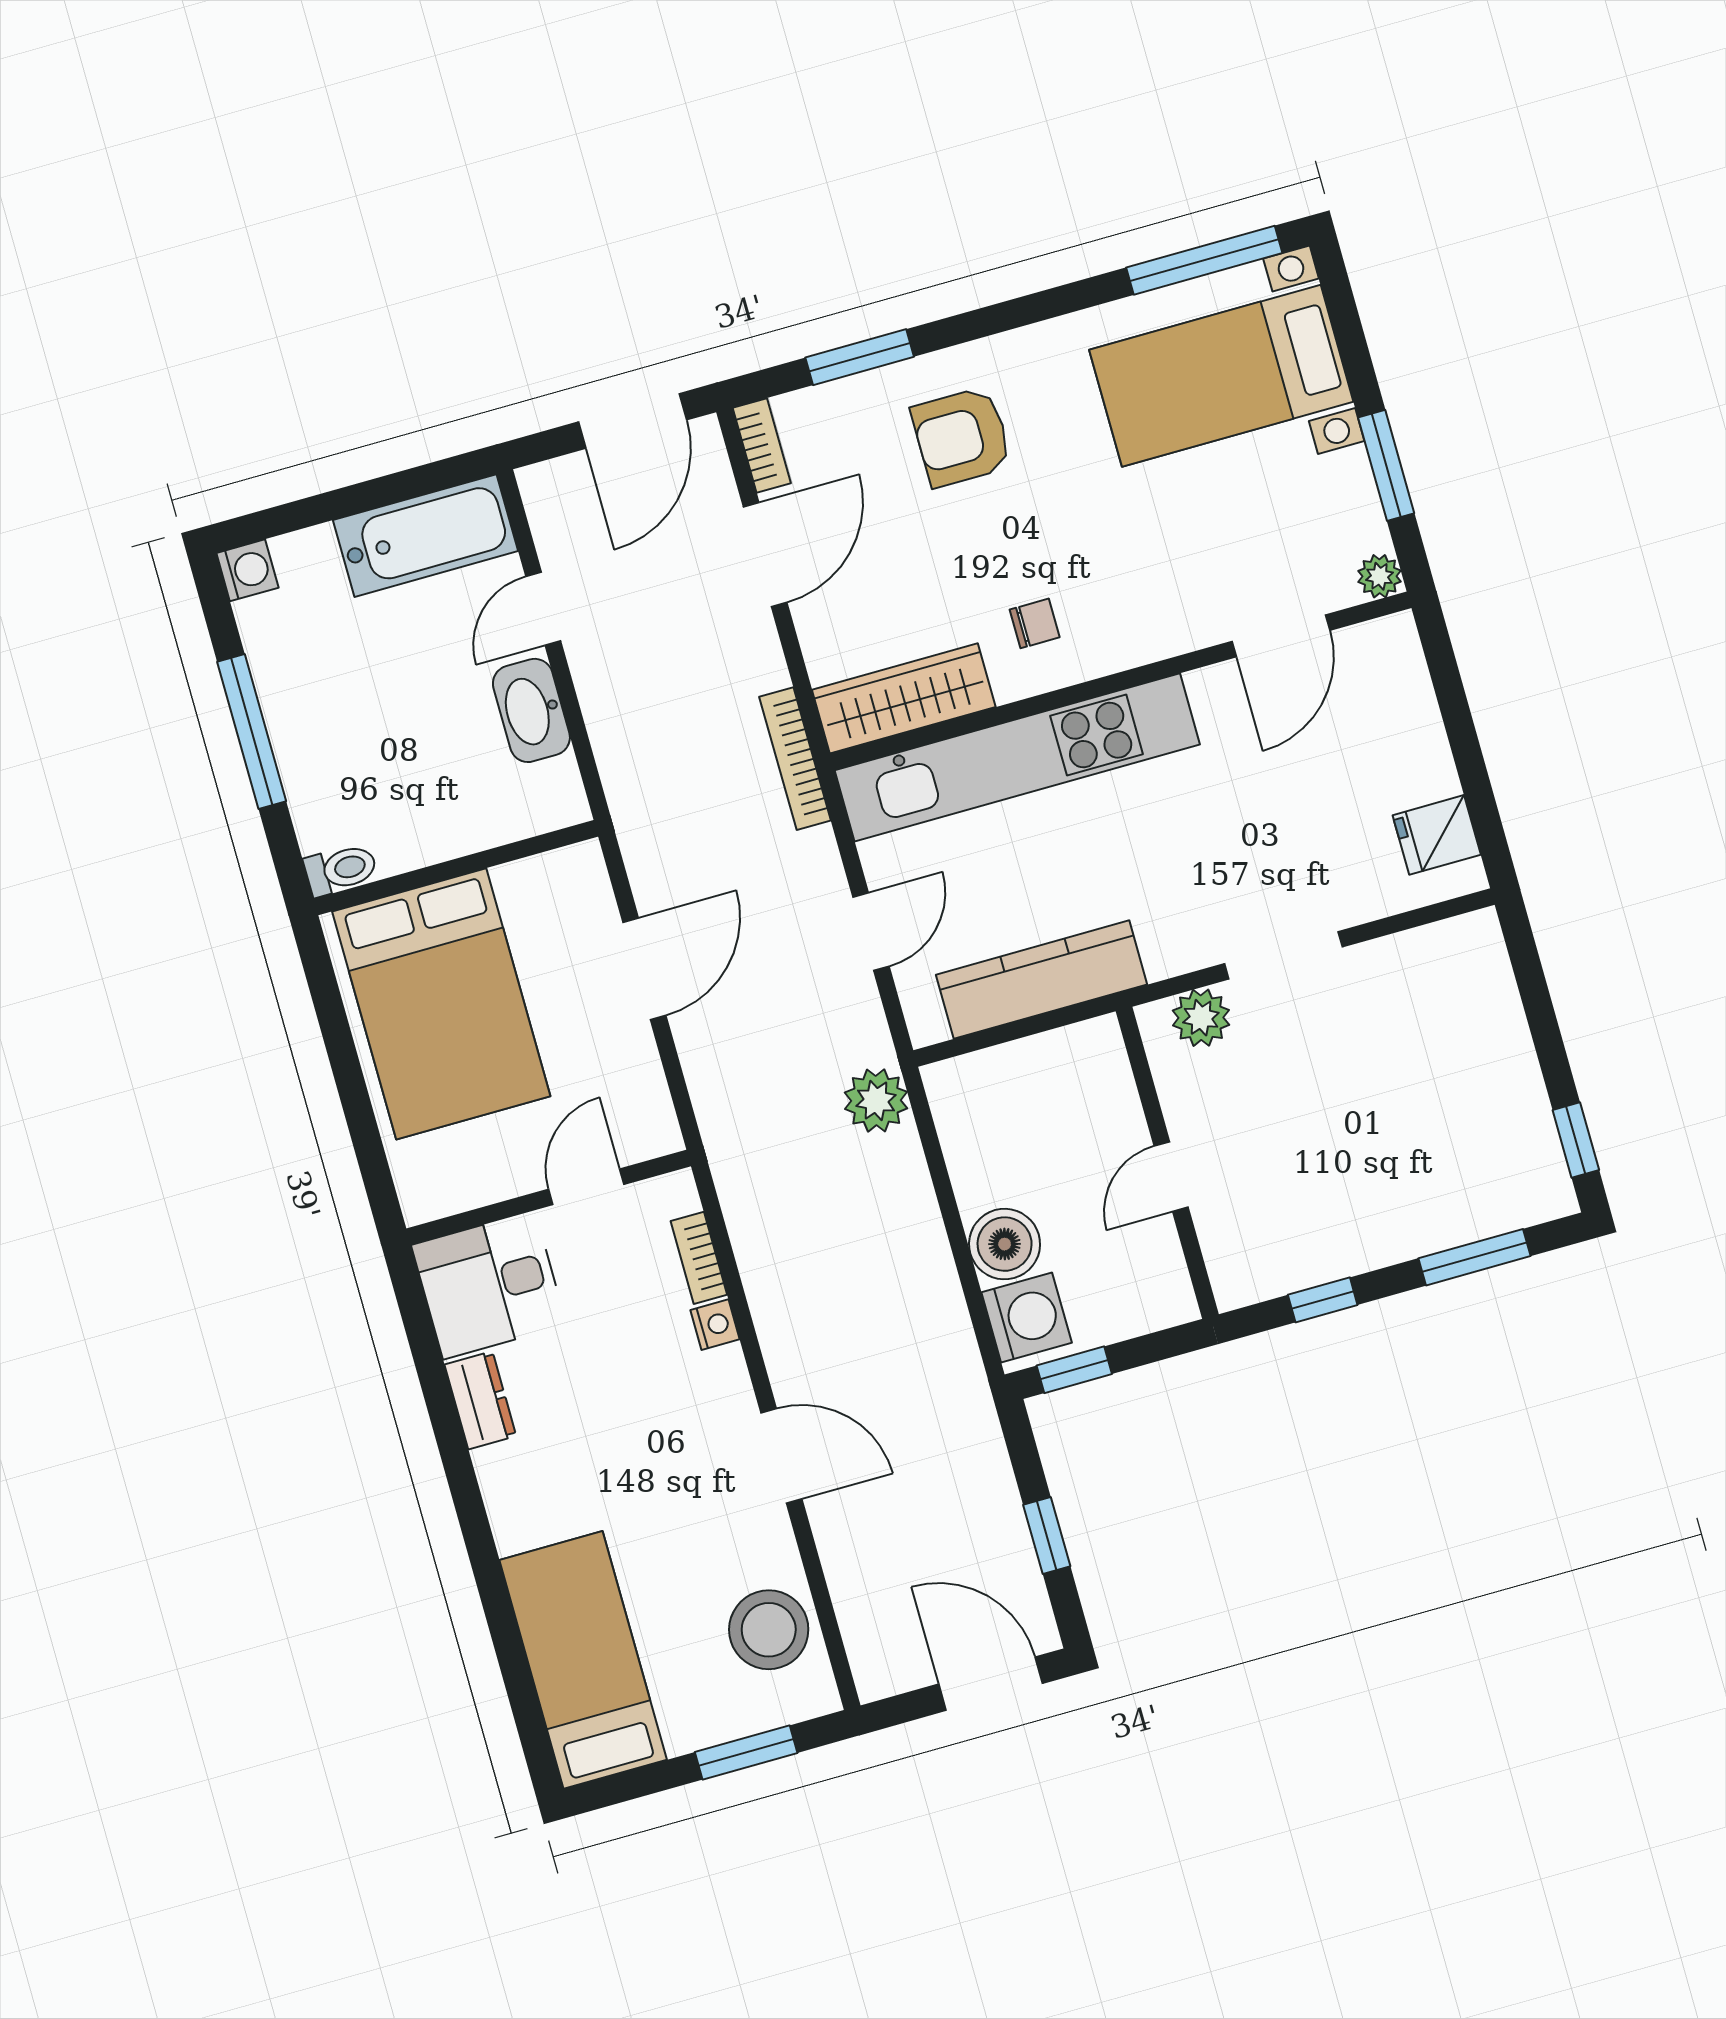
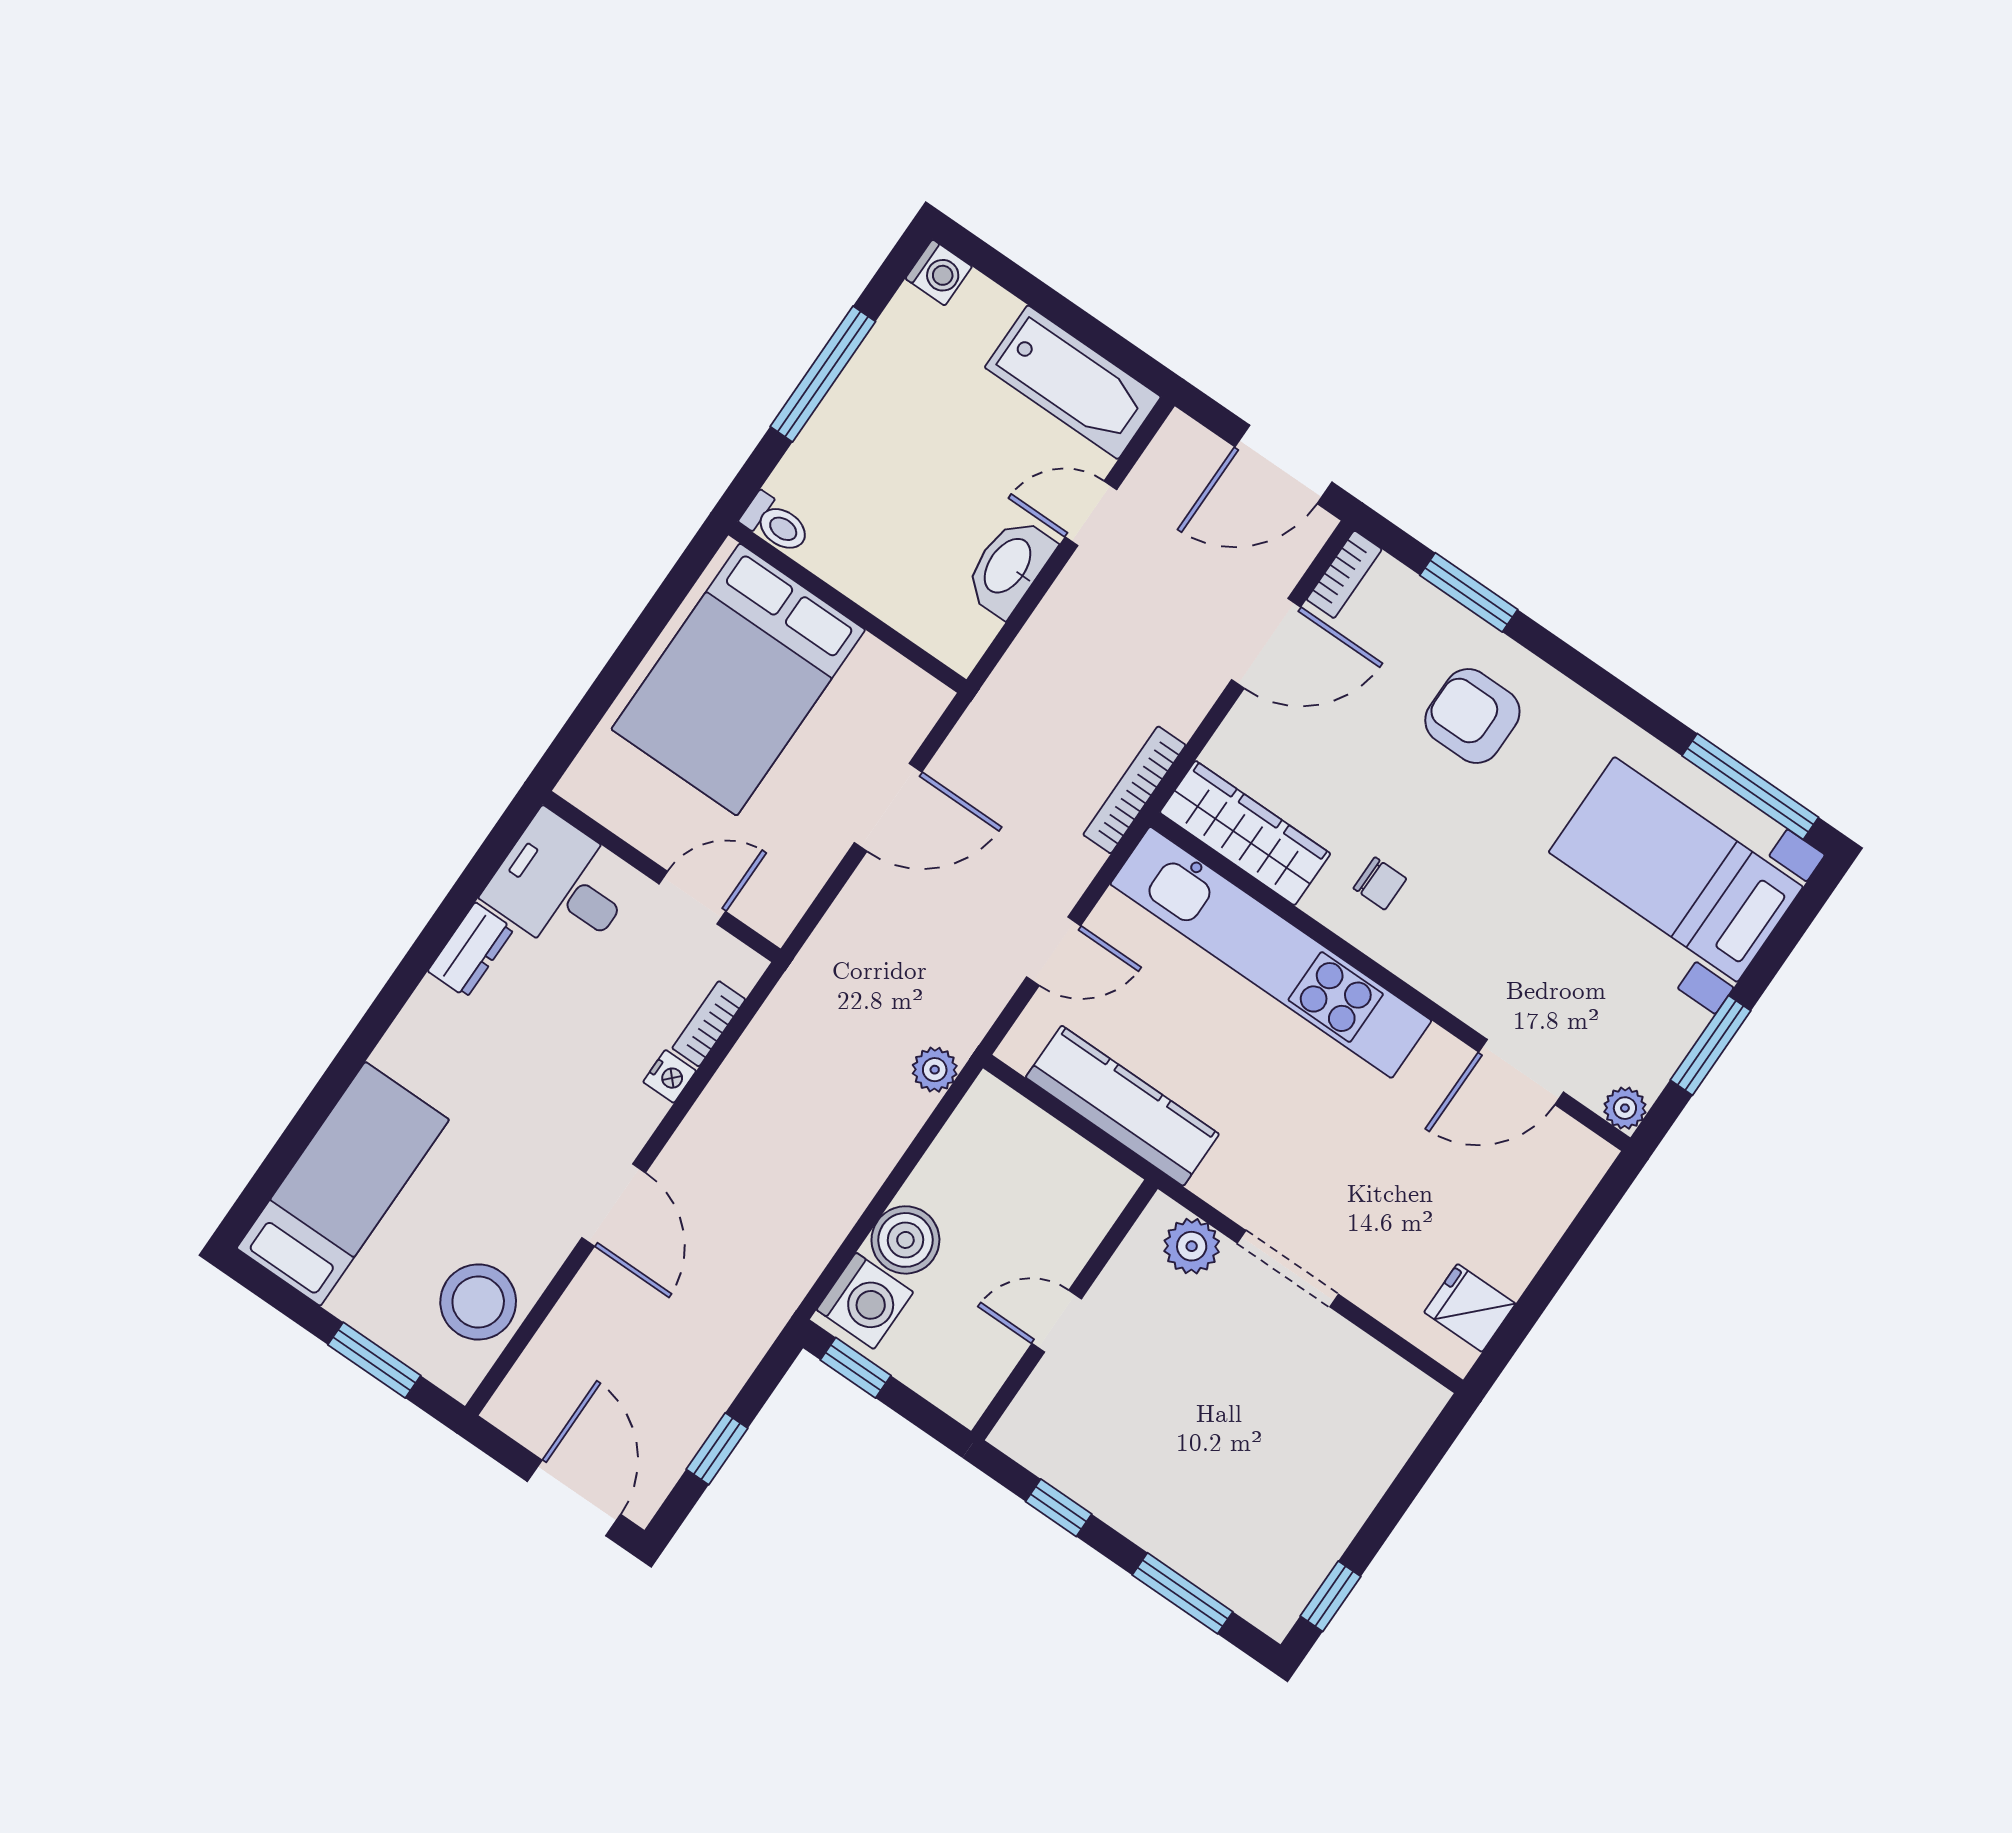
plant: (876, 1100) -> (935, 1070), width x0.73, depth x0.73

